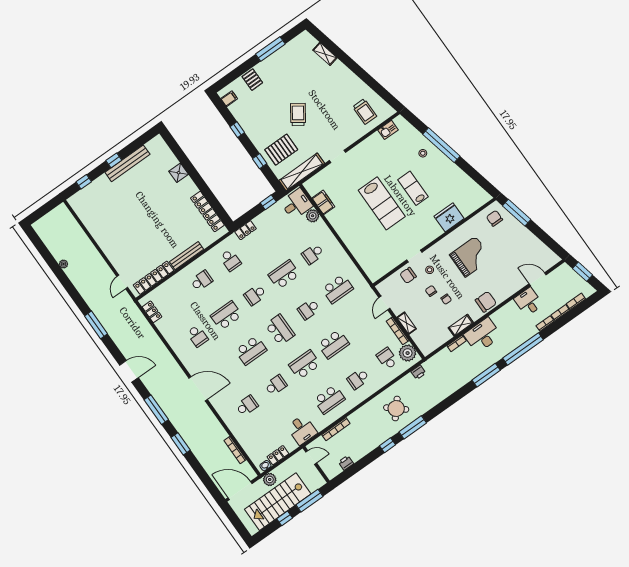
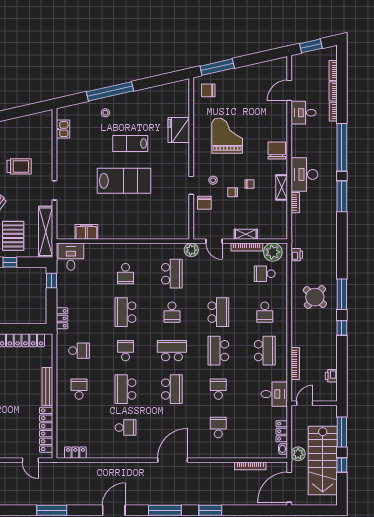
trolley: (365, 111) -> (19, 166), moved
plant: (313, 216) -> (191, 250), moved
school desk: (255, 295) -> (125, 351), turned 180

